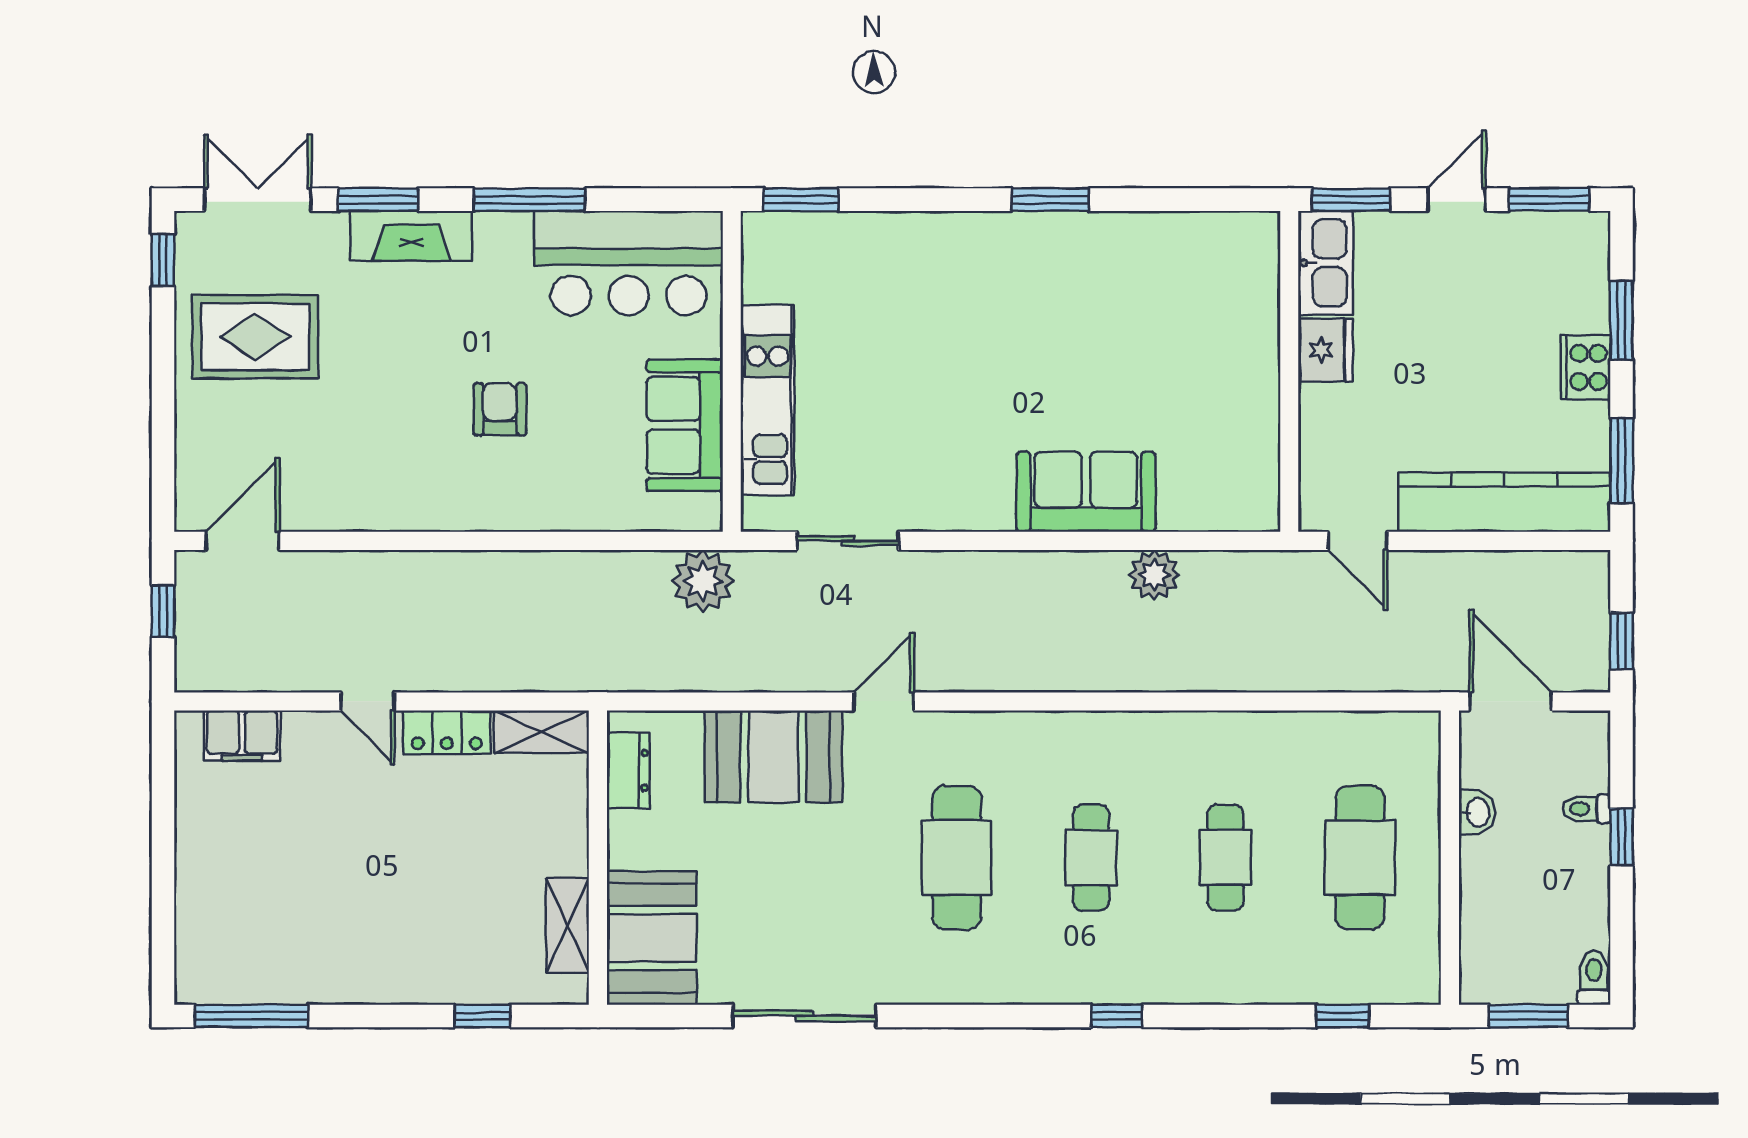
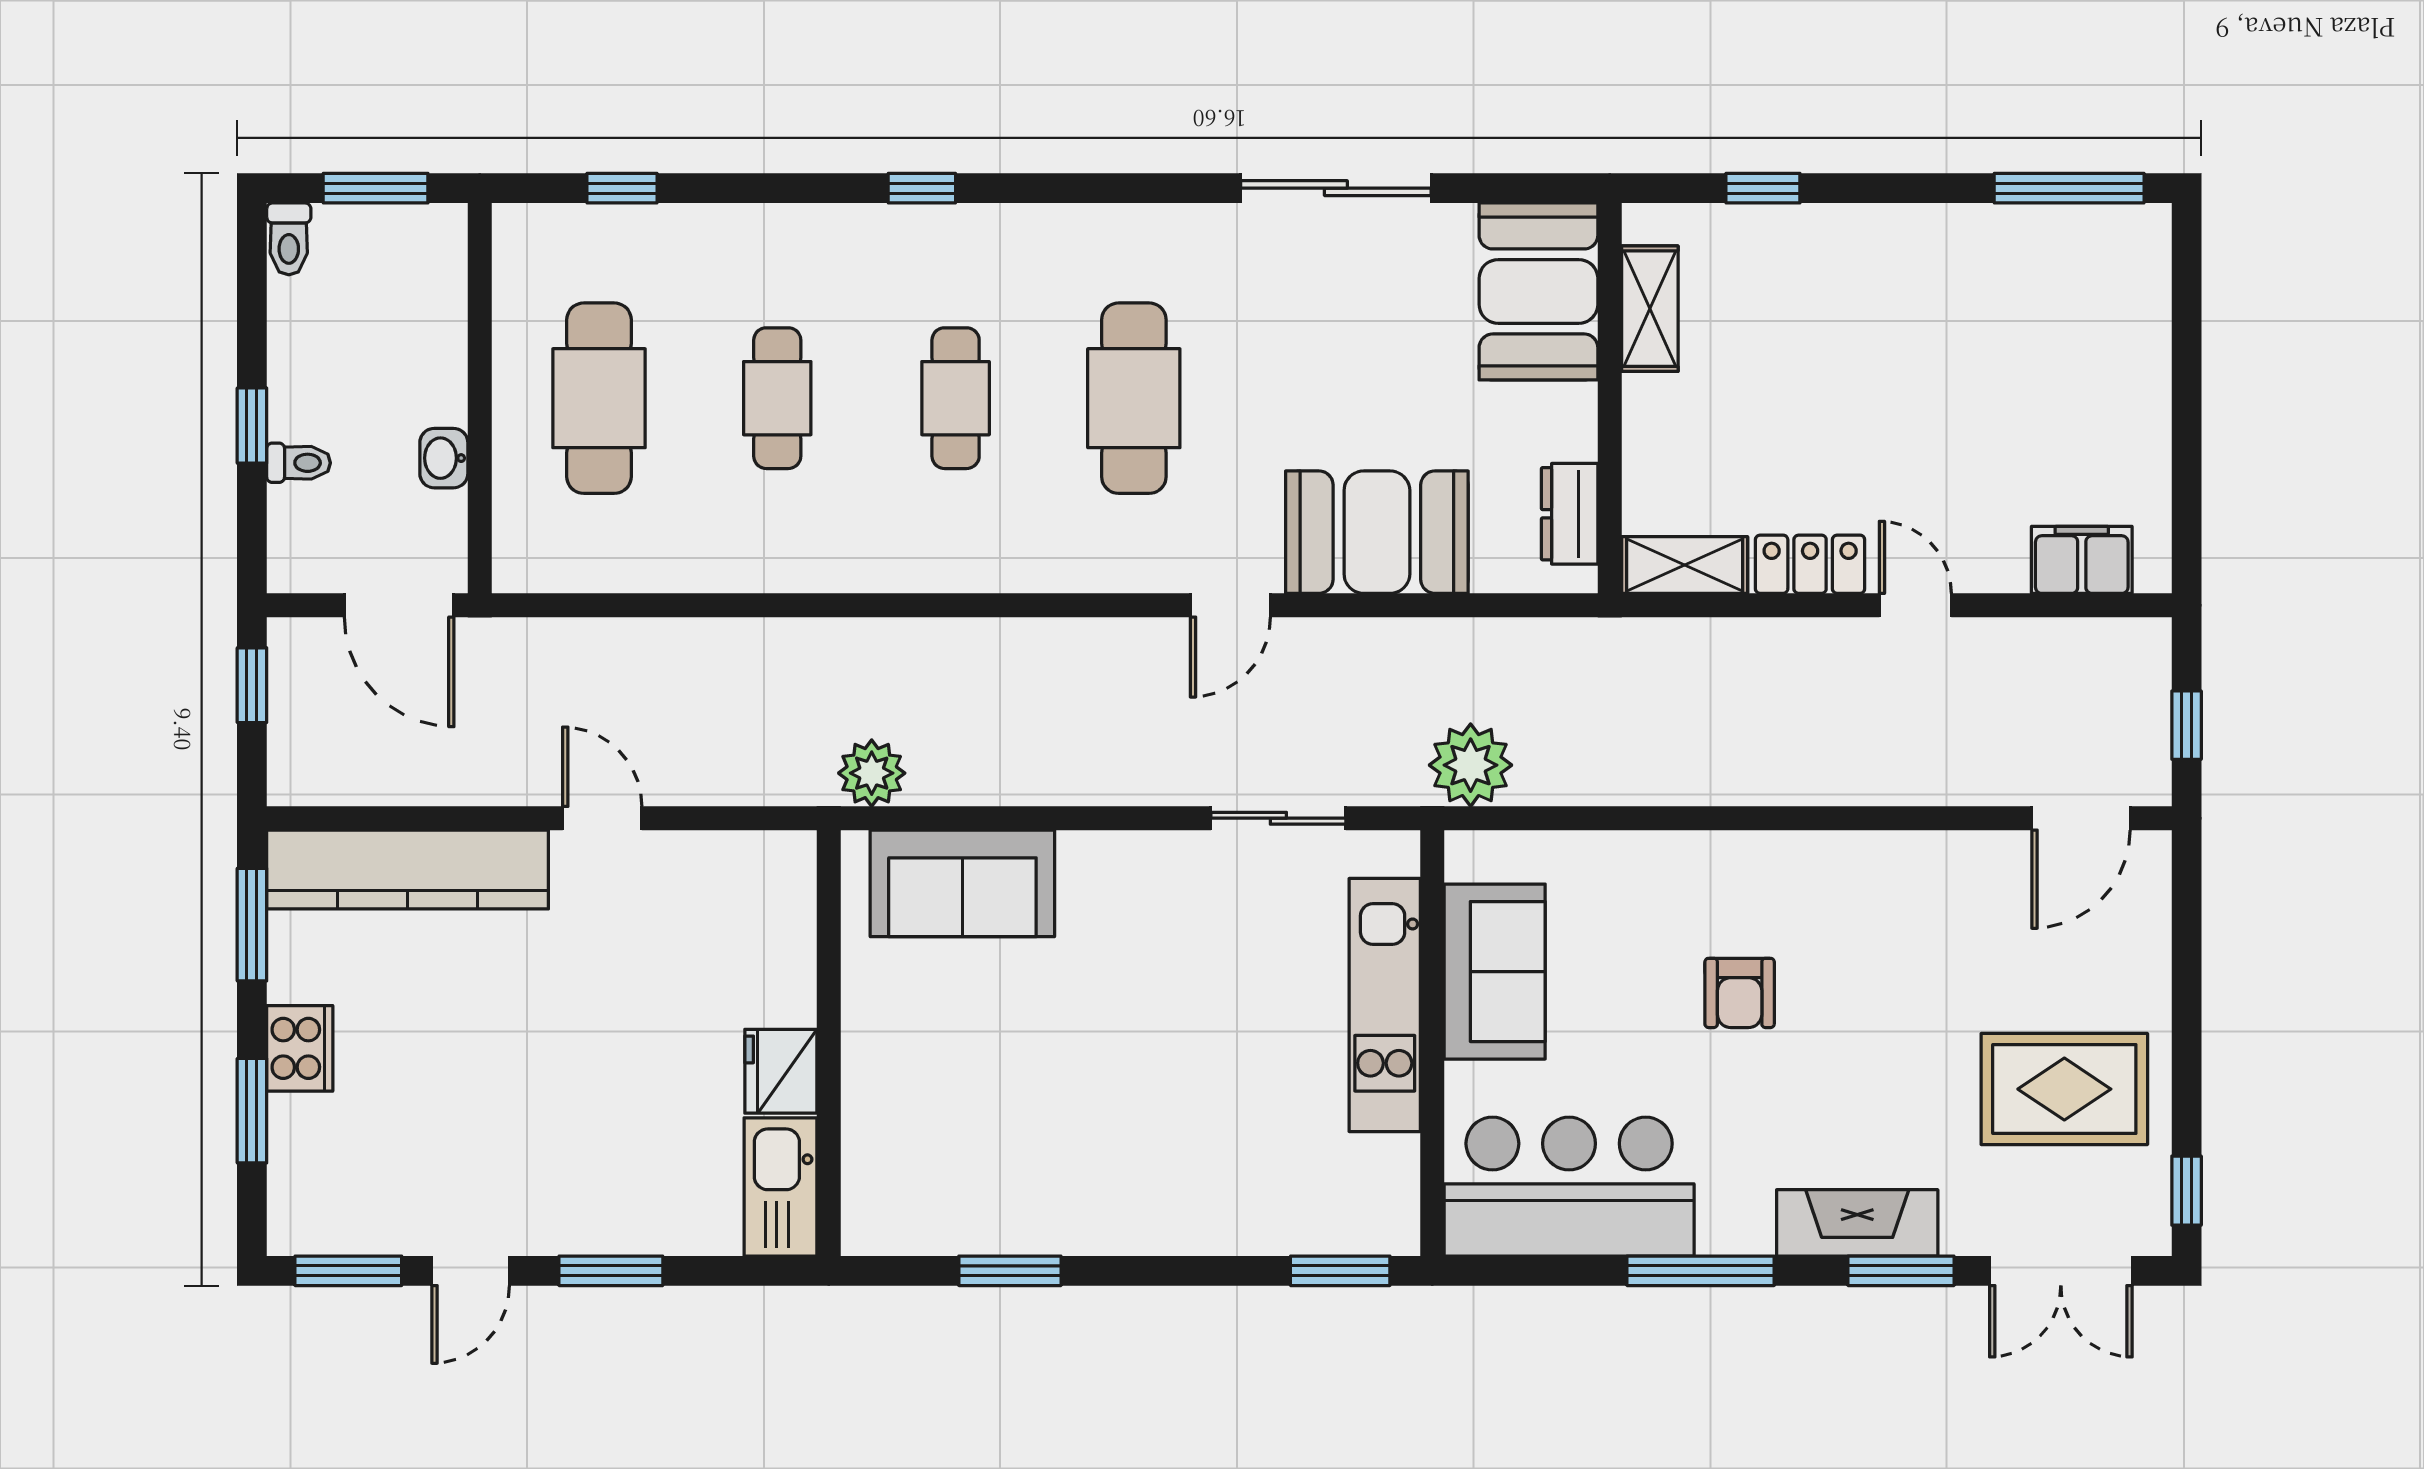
kitchen sink: (1326, 263) -> (780, 1187), moved
fridge: (1325, 350) -> (781, 1071), moved
wall: (1289, 371) -> (829, 1043), moved

